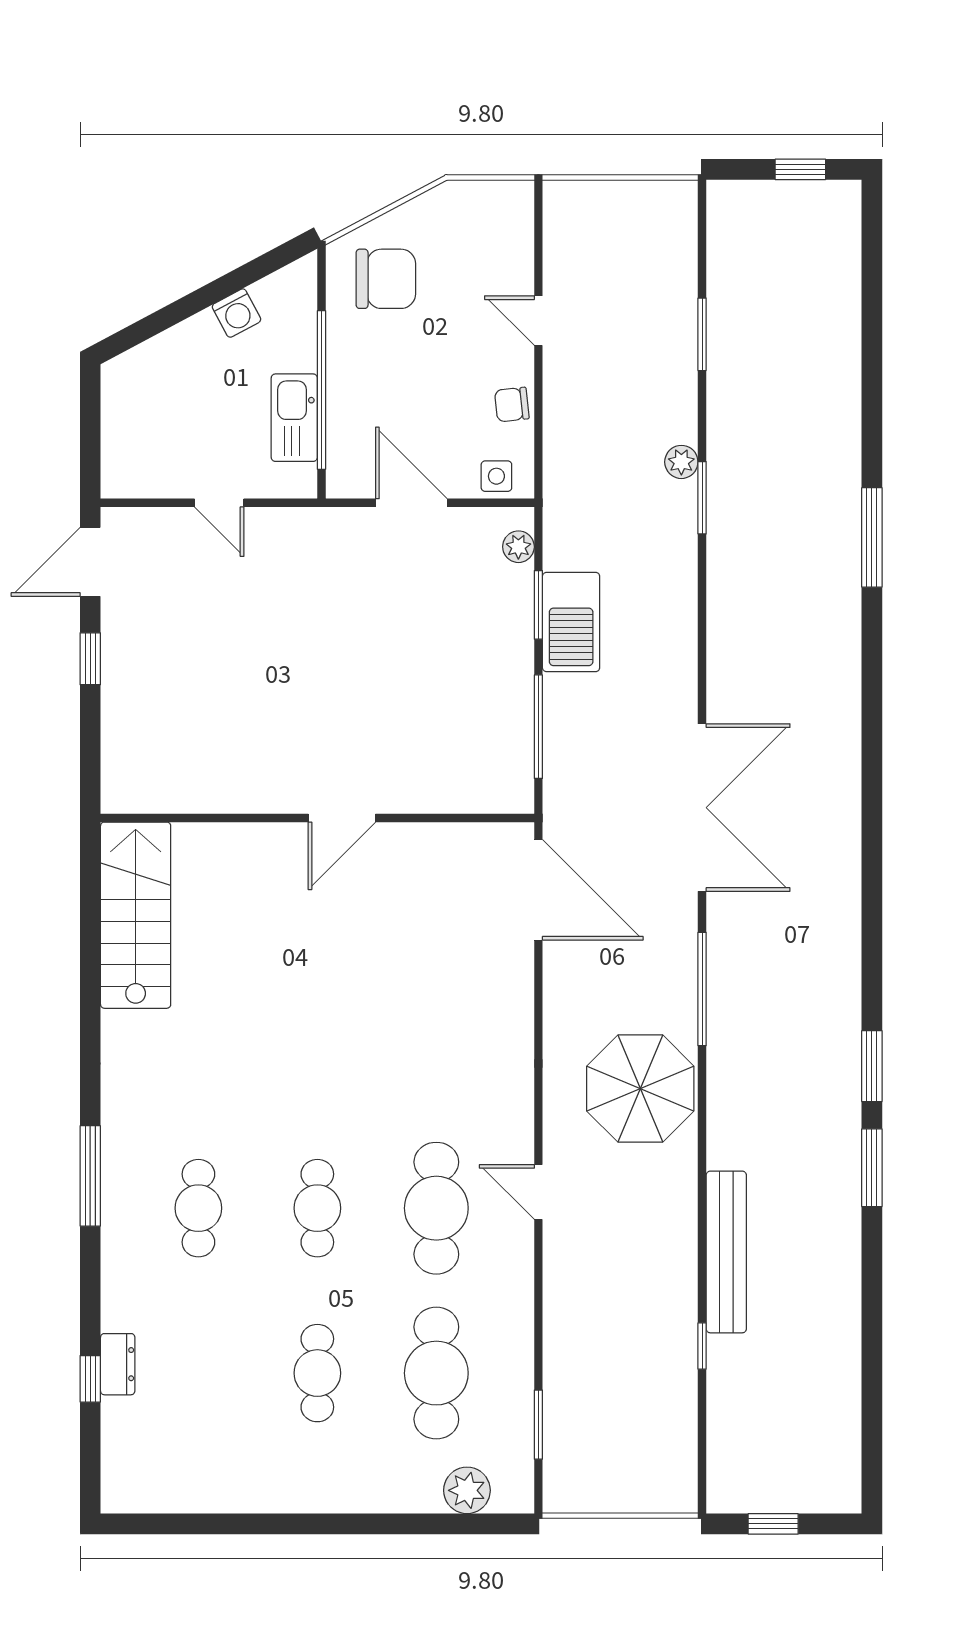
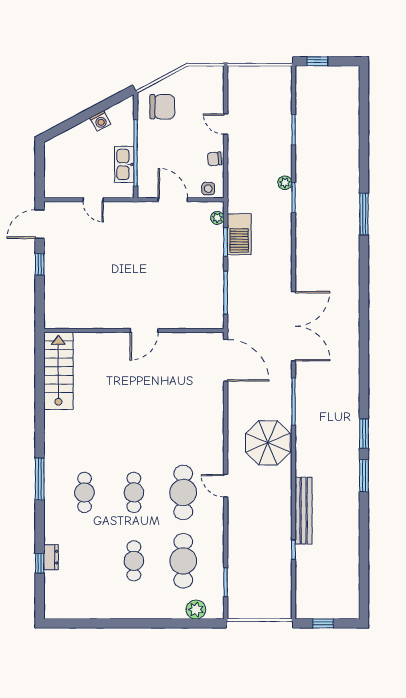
window: (800, 169) -> (317, 61), moved
barbecue: (571, 622) -> (239, 234), moved

